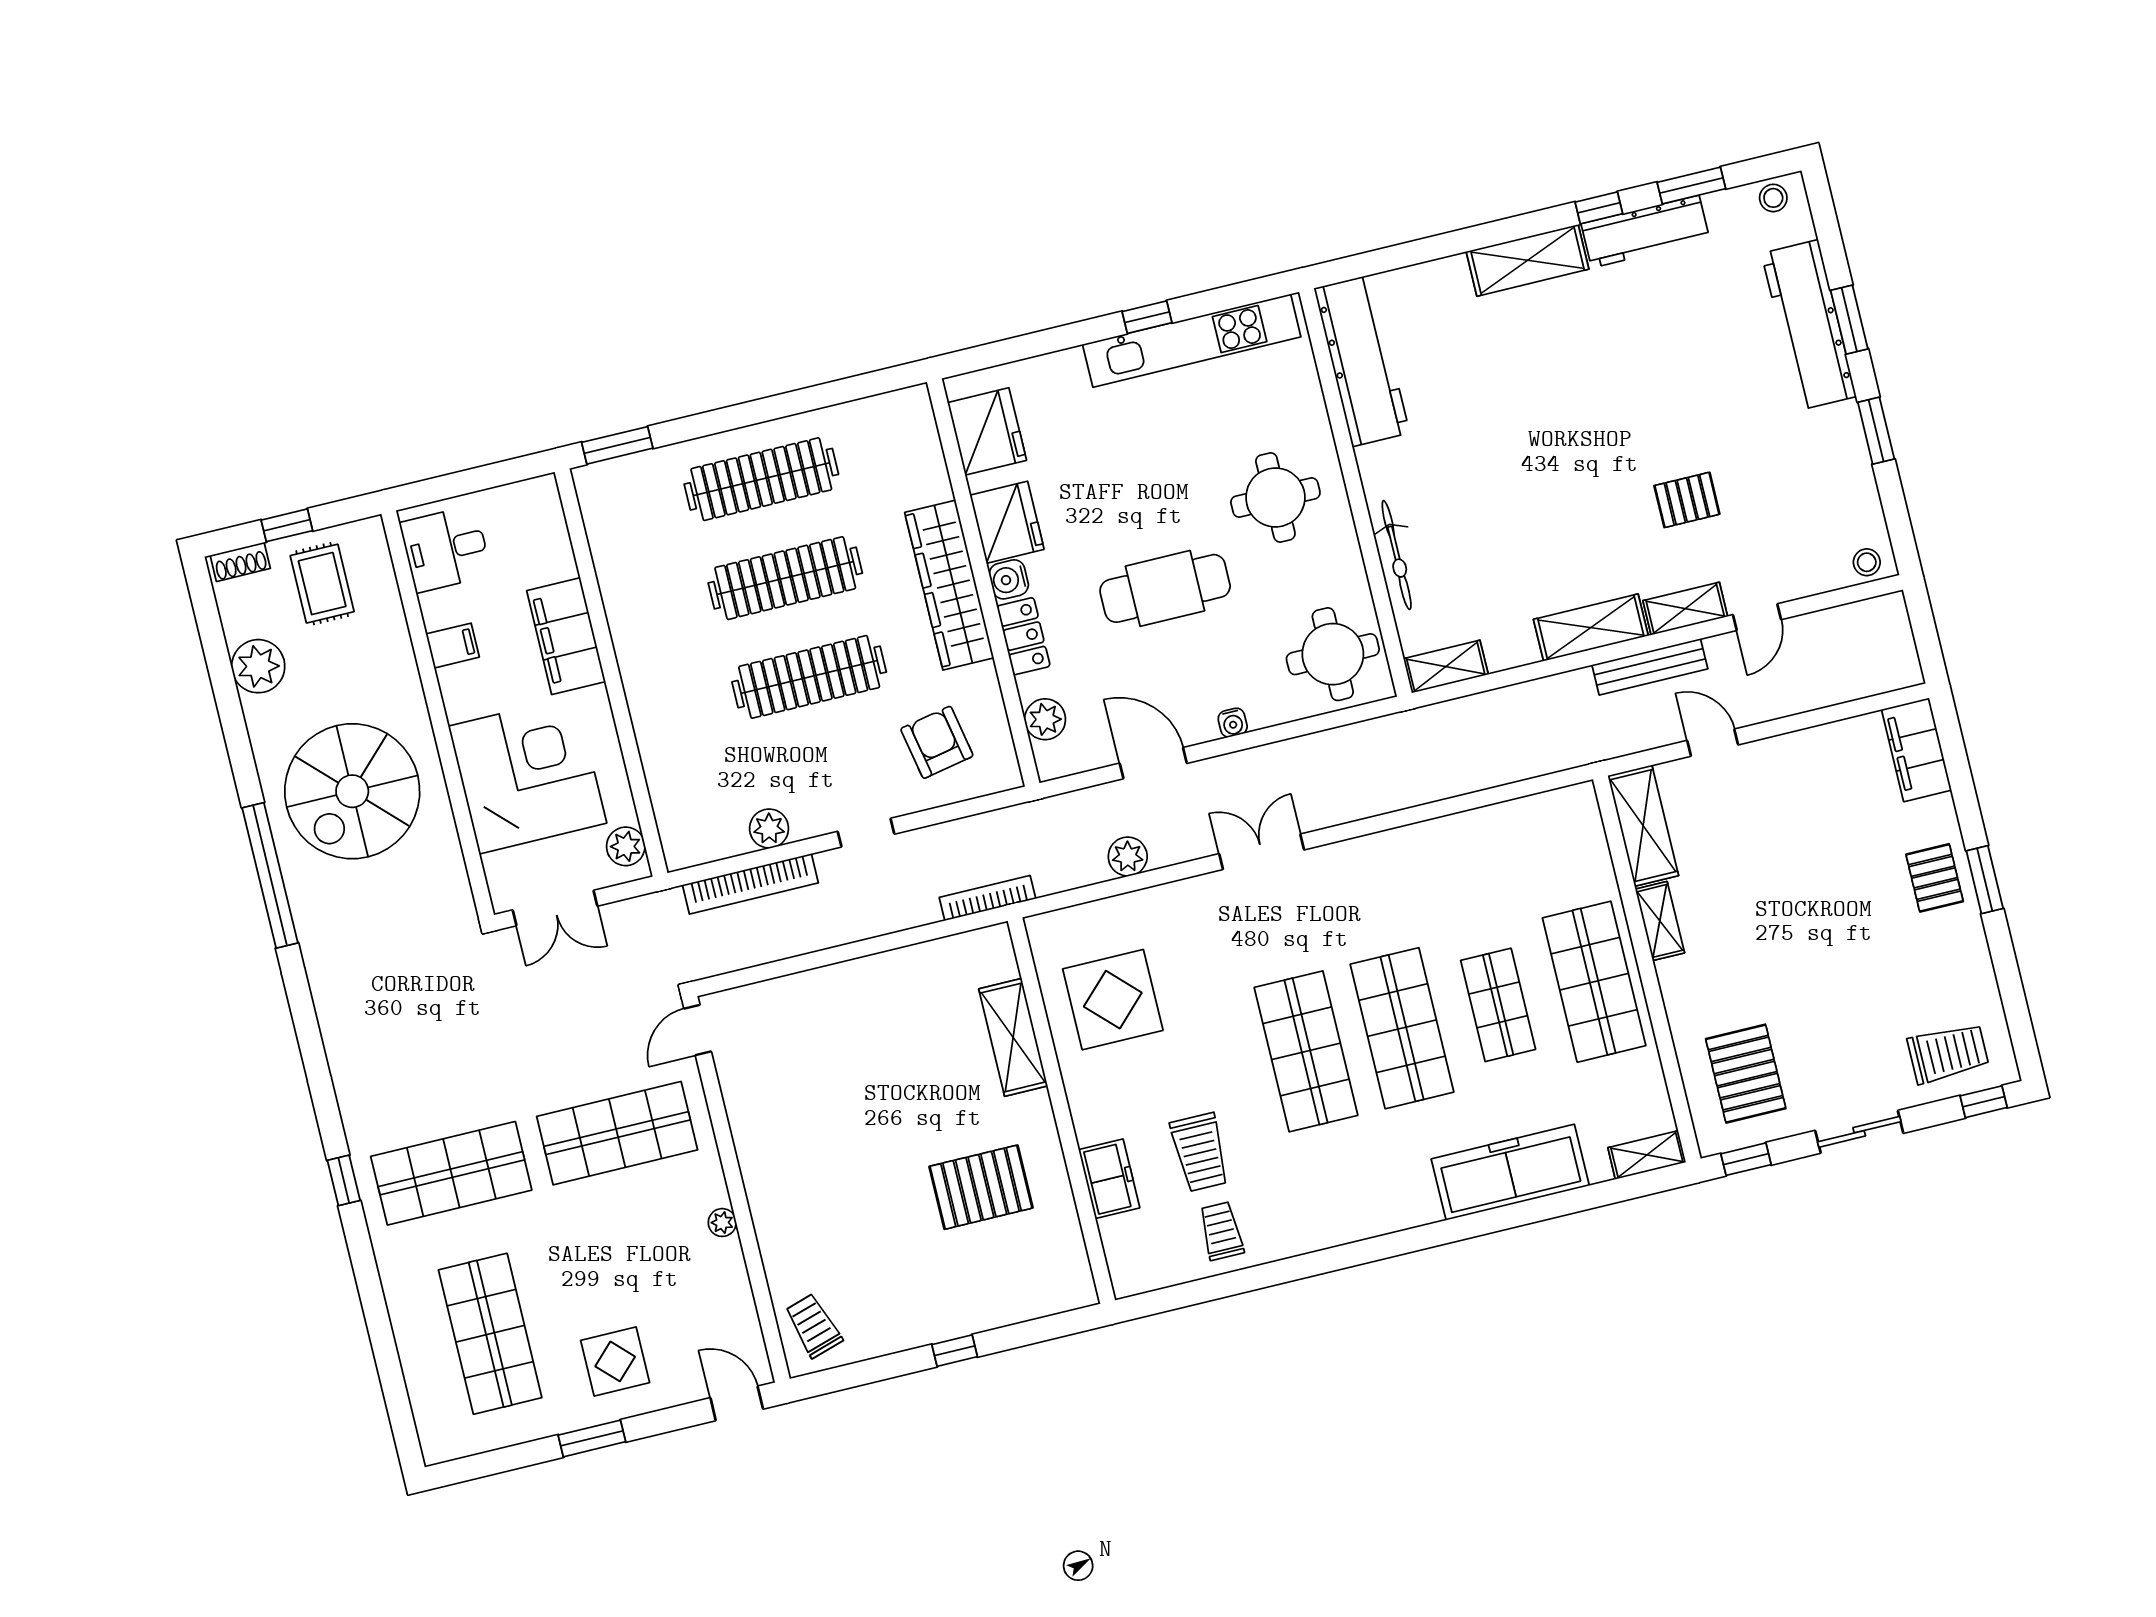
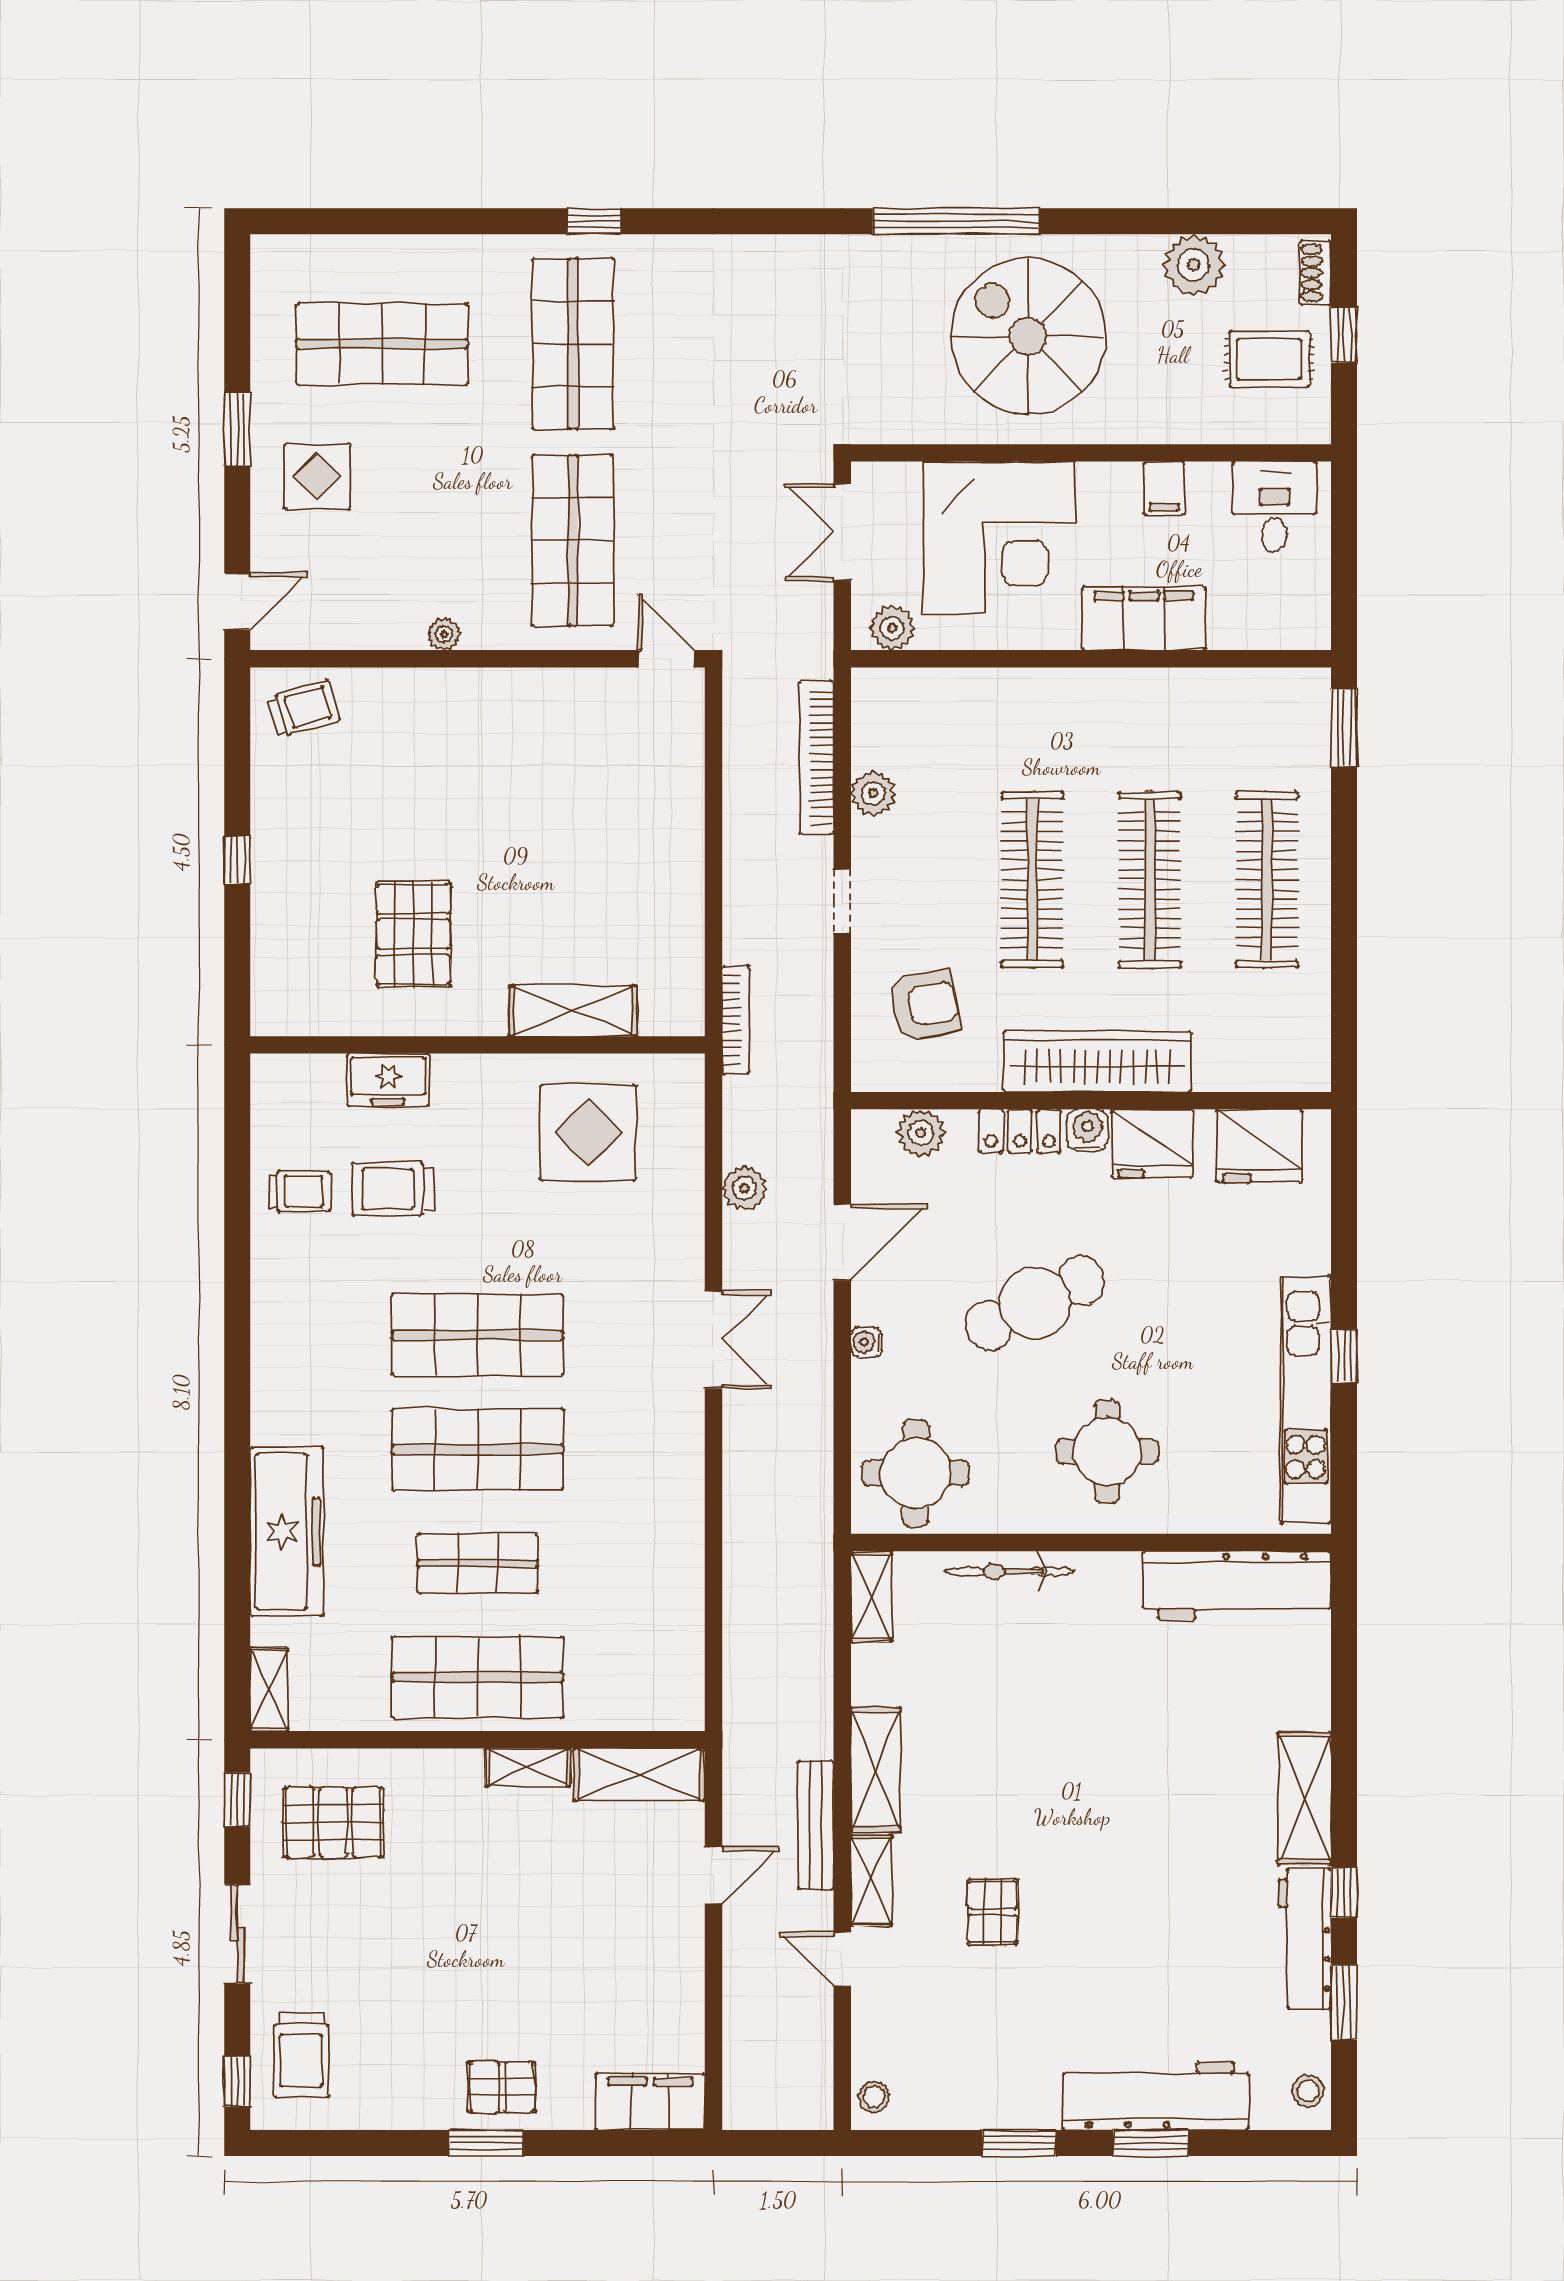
cafe table: (1165, 588) -> (1035, 1303), turned 64

